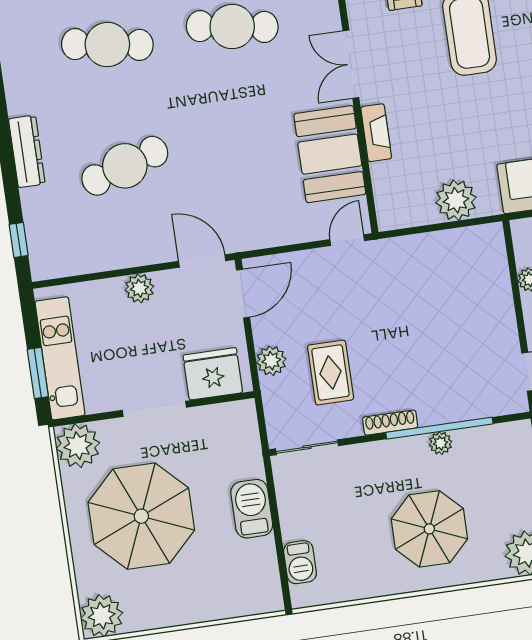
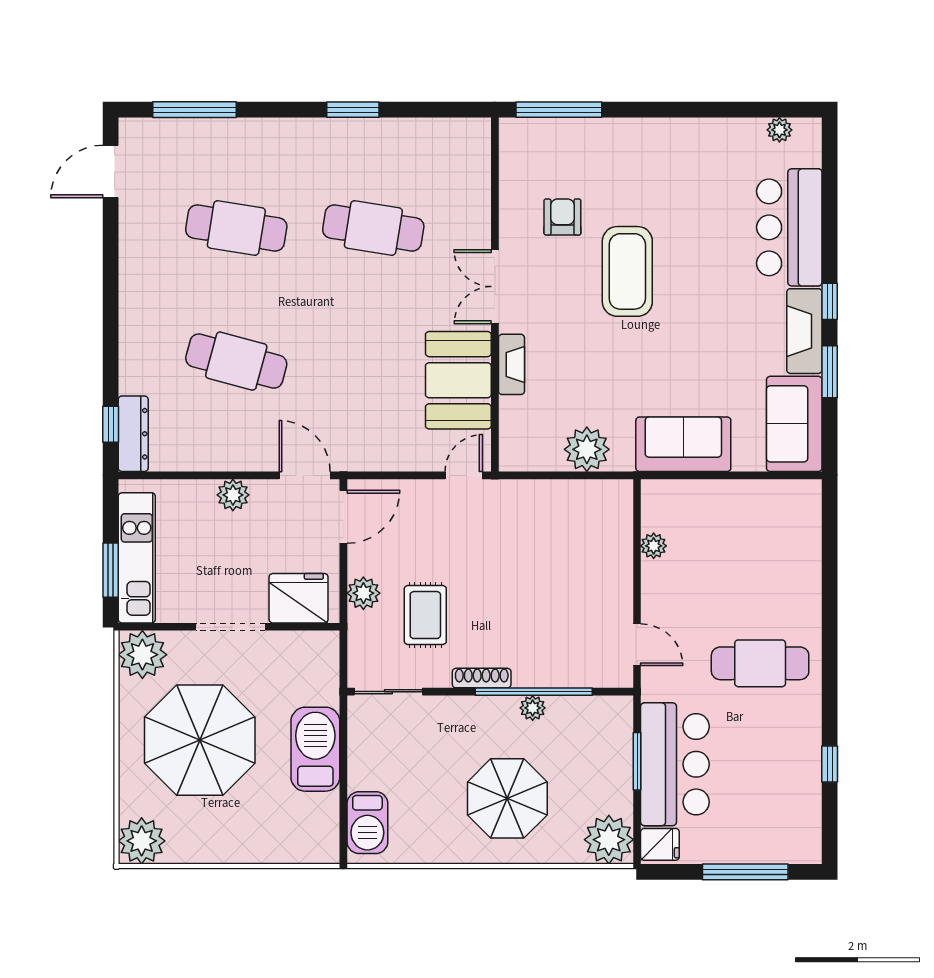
dresser: (27, 151) -> (133, 434), moved
cafe table: (125, 166) -> (236, 361), turned 33
barbecue: (252, 509) -> (315, 749), width x1.37, depth x1.21
barbecue: (300, 562) -> (367, 823), width x1.38, depth x1.27

